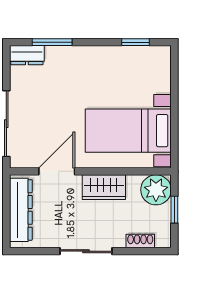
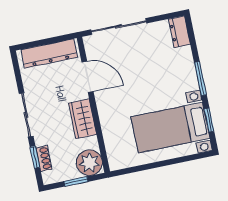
window: (52, 42) -> (200, 79), moved
bed with nightstands: (128, 131) -> (170, 128), moved, turned -90
window: (137, 251) -> (35, 157), added

